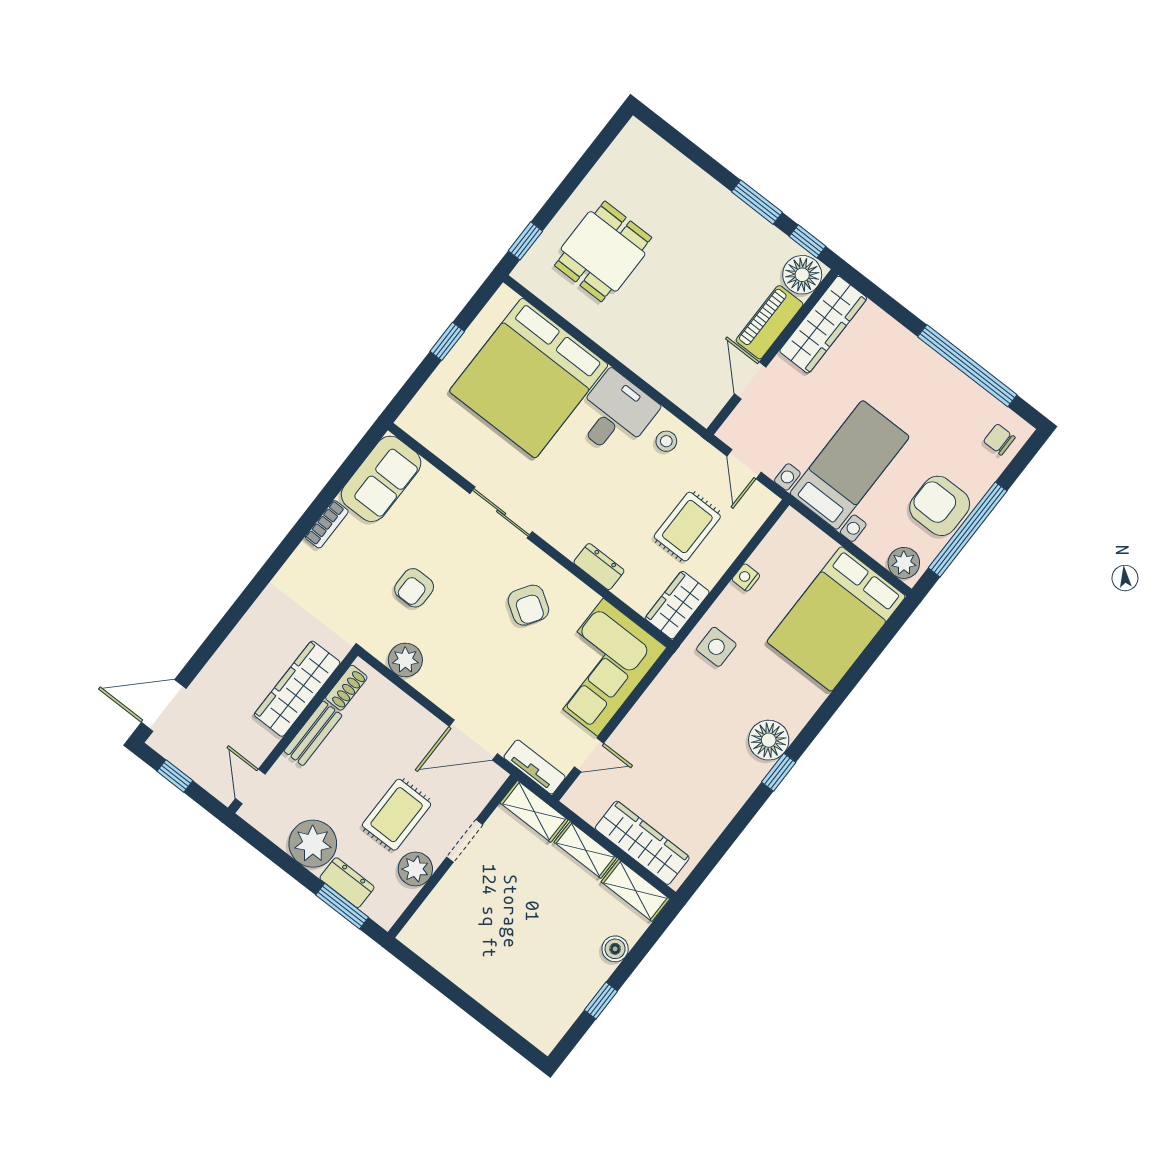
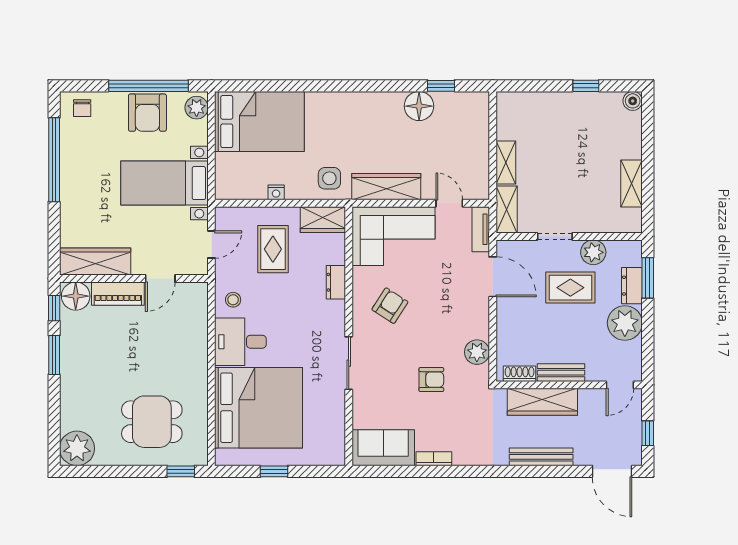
plant: (637, 148) -> (77, 448), added
rug: (687, 527) -> (273, 249), turned 90
bench: (239, 641) -> (541, 457), added
floor lamp: (769, 740) -> (419, 106), moved
window: (779, 772) -> (441, 86), moved
wardrobe: (642, 843) -> (386, 187), moved, turned 90
shelving: (635, 890) -> (632, 183), moved
boiler: (615, 949) -> (633, 101), moved

